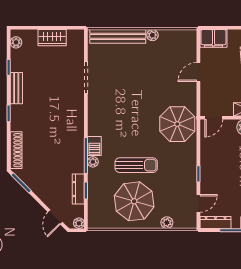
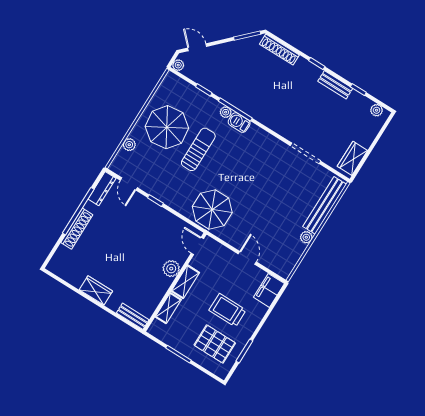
wardrobe: (52, 38) -> (352, 158), moved
sun lounger: (136, 165) -> (198, 149), turned 180
dresser: (78, 189) -> (209, 84), removed

